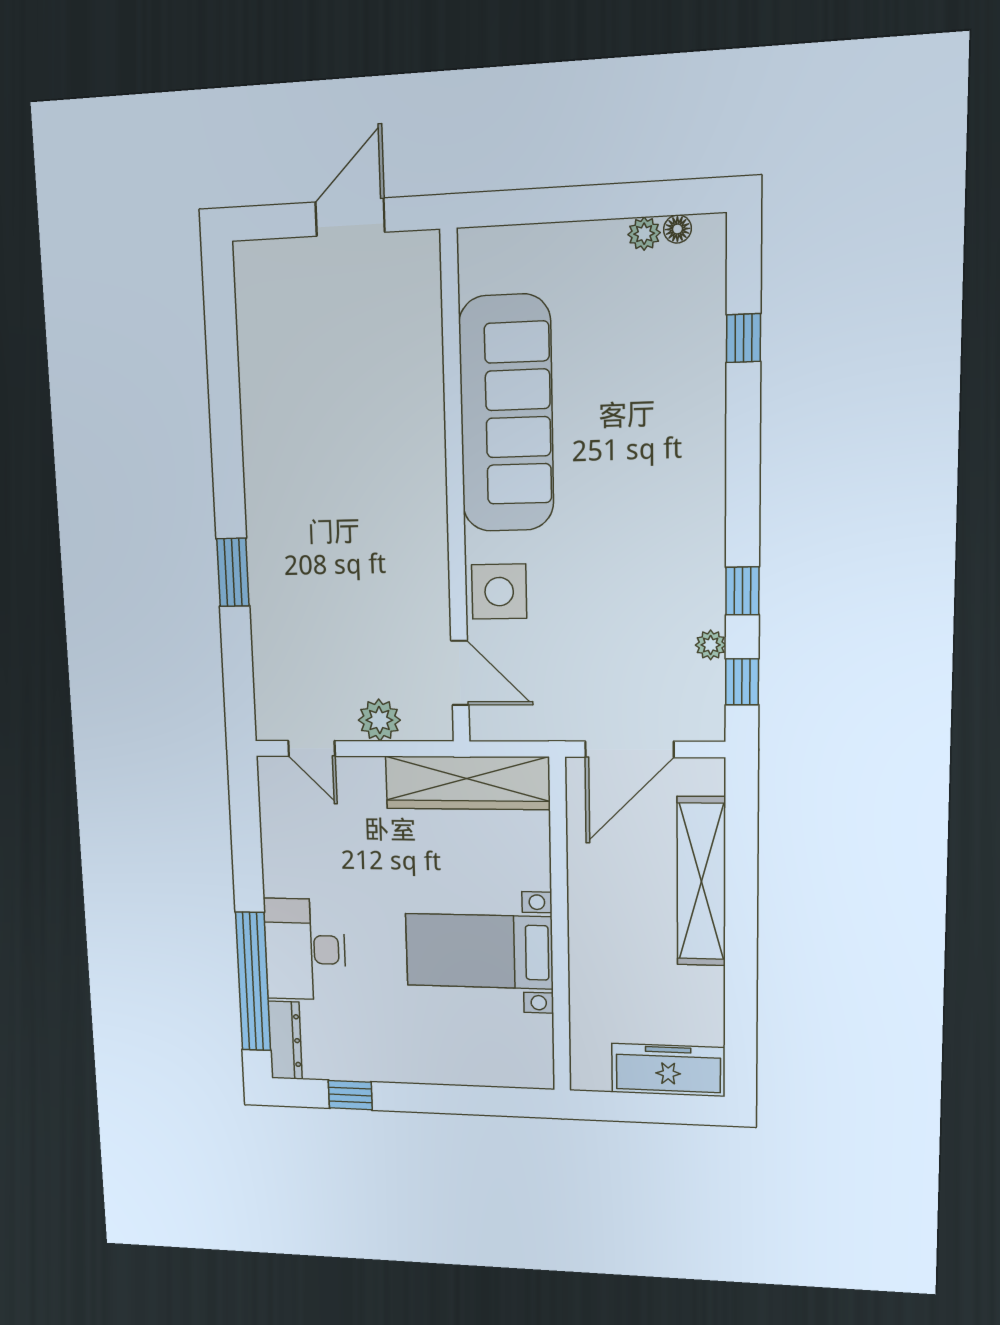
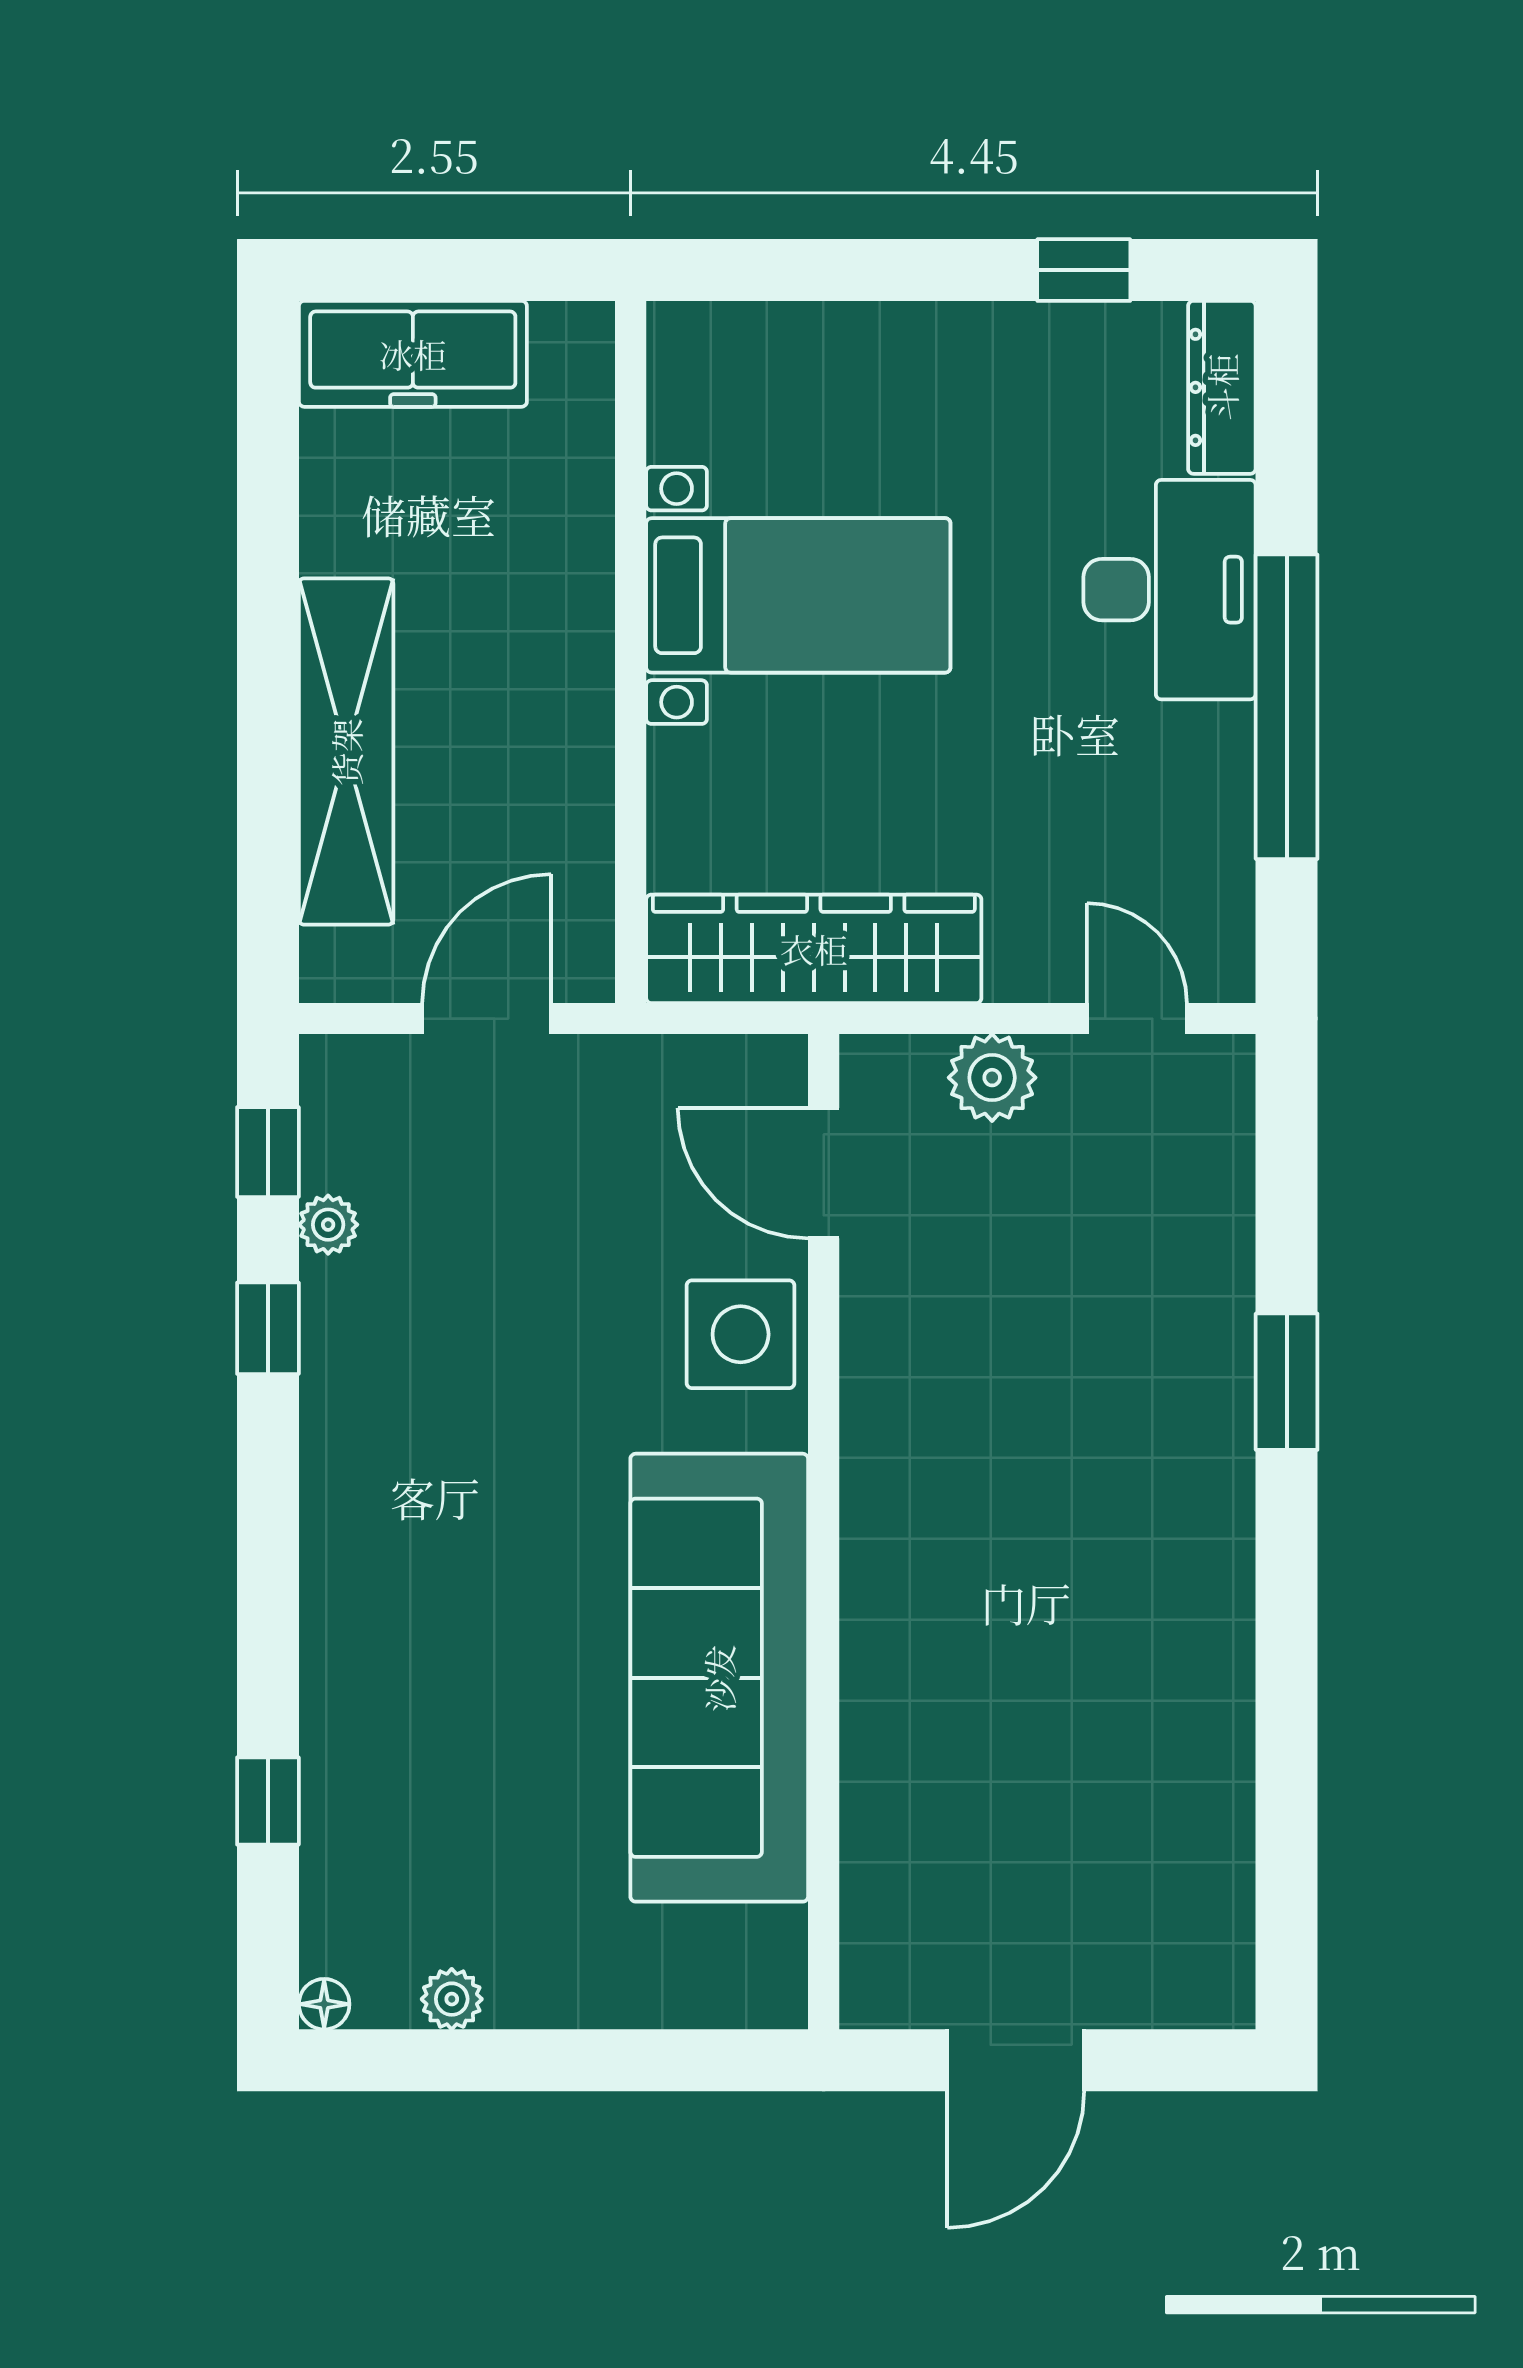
floor lamp: (677, 229) -> (324, 2004), moved
door: (629, 749) -> (487, 1019), width x0.73
window: (253, 981) -> (1287, 707), moved

